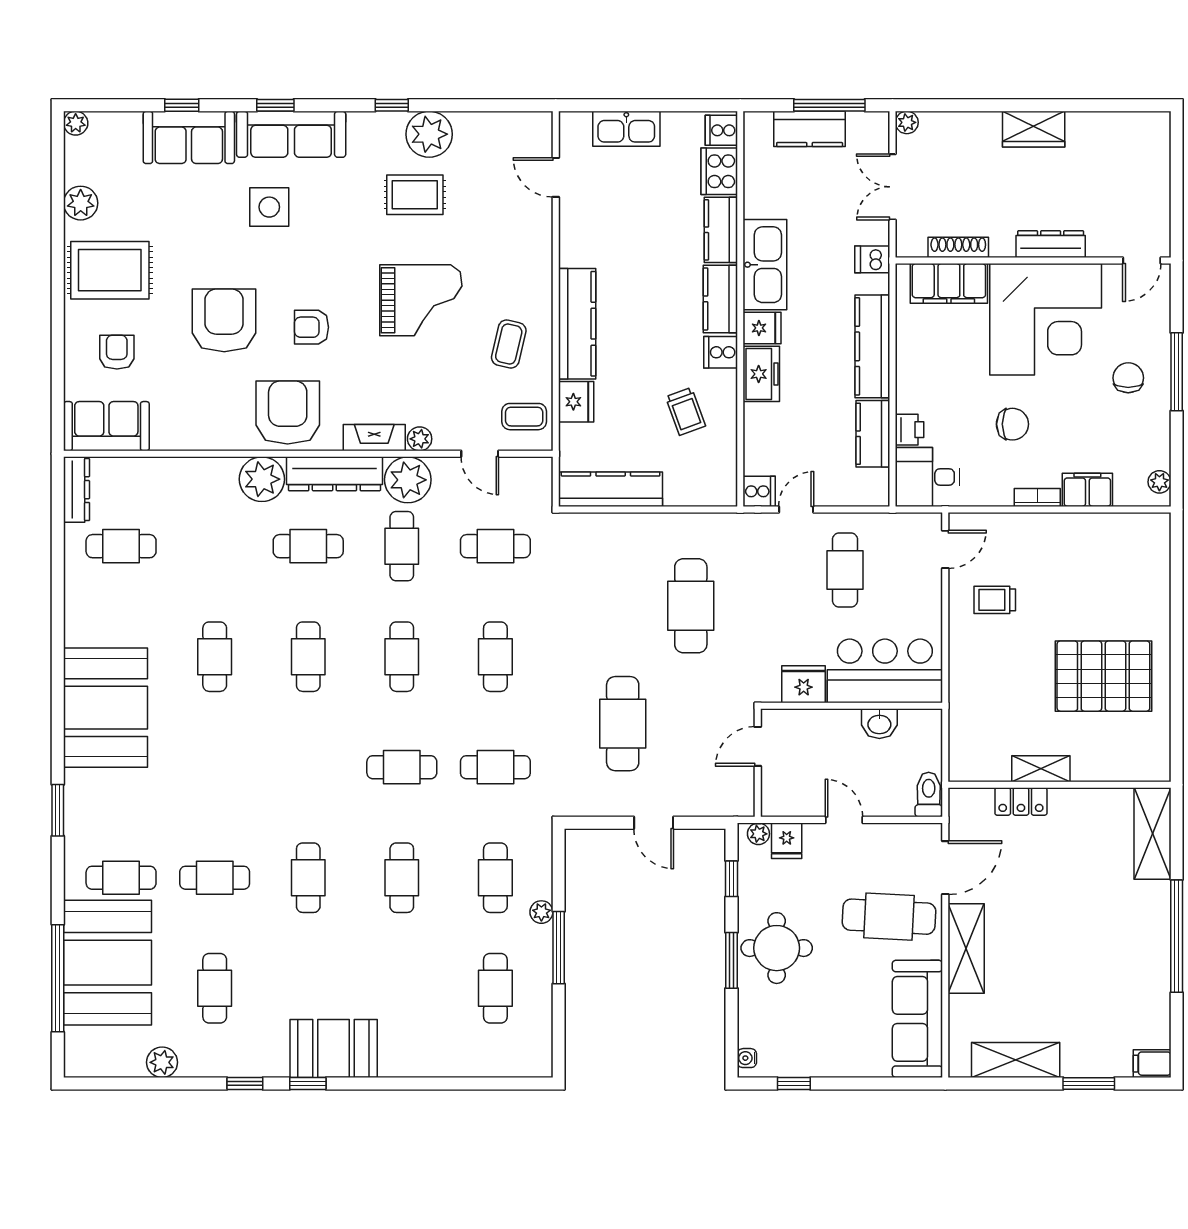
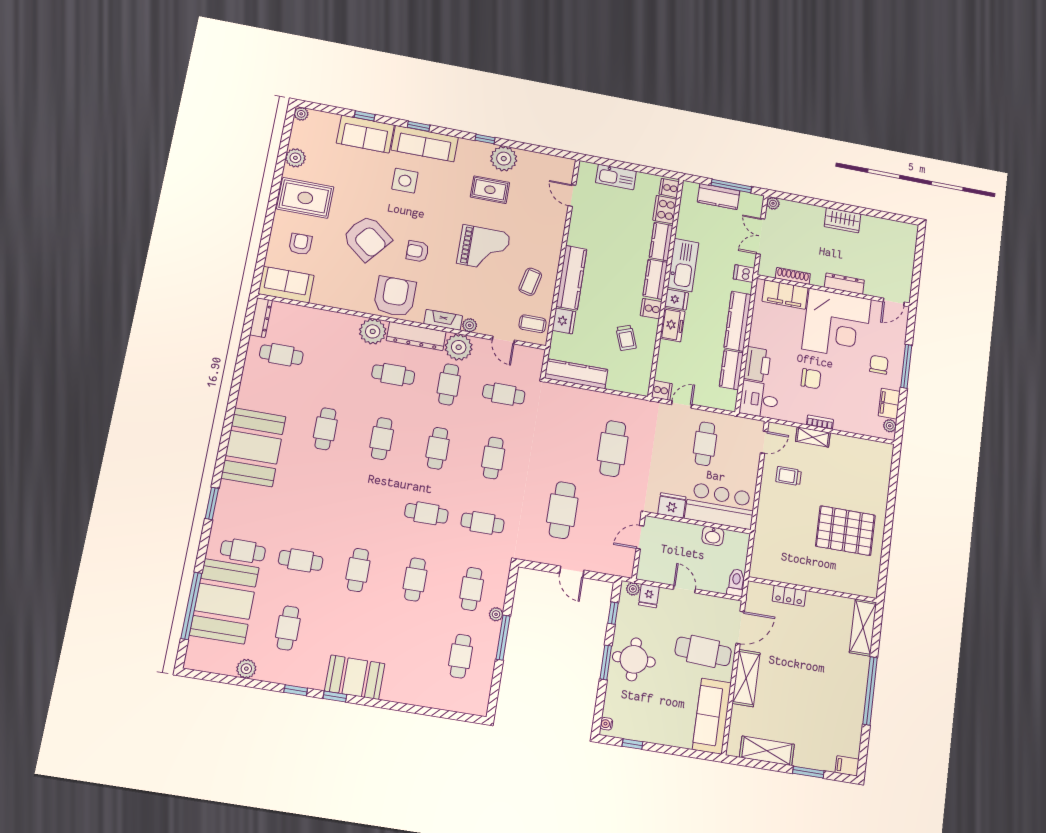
armchair: (224, 320) -> (367, 238), turned 129
printer: (910, 430) -> (757, 364), width x1.87, depth x1.48
filing cabinet: (1087, 490) -> (889, 404), moved, turned -90
shelving: (1041, 769) -> (813, 437), moved

